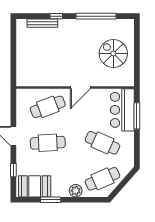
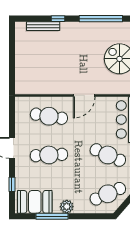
cafe table: (48, 107) -> (49, 116), turned 30
plant: (76, 191) -> (67, 207), moved
window: (51, 200) -> (52, 216), width x1.44

